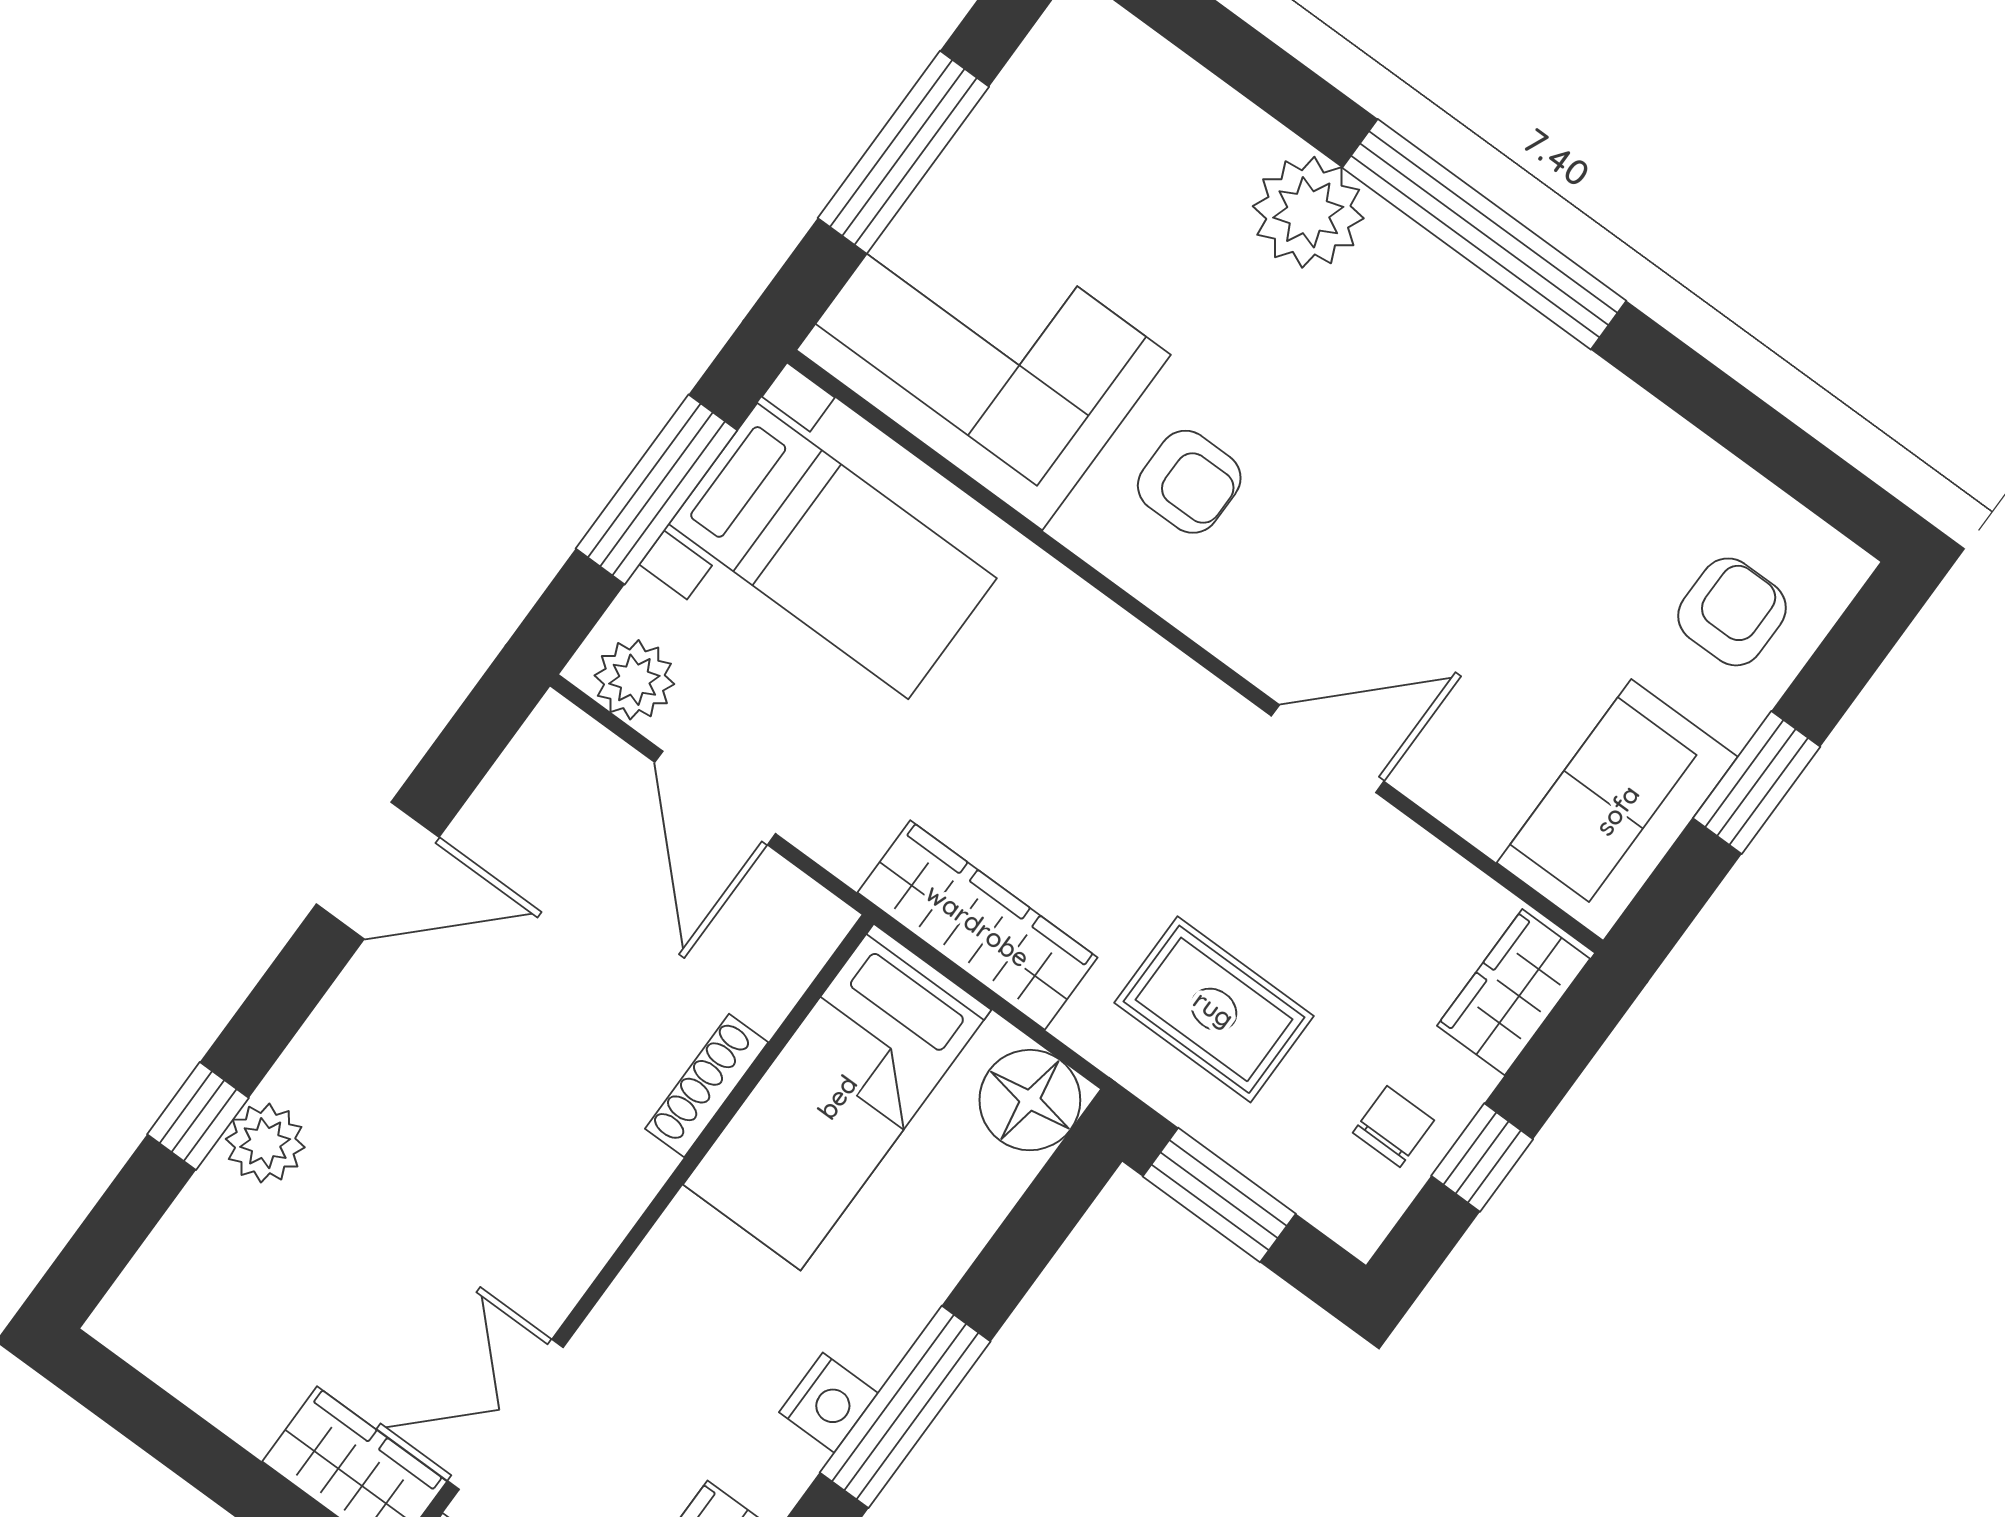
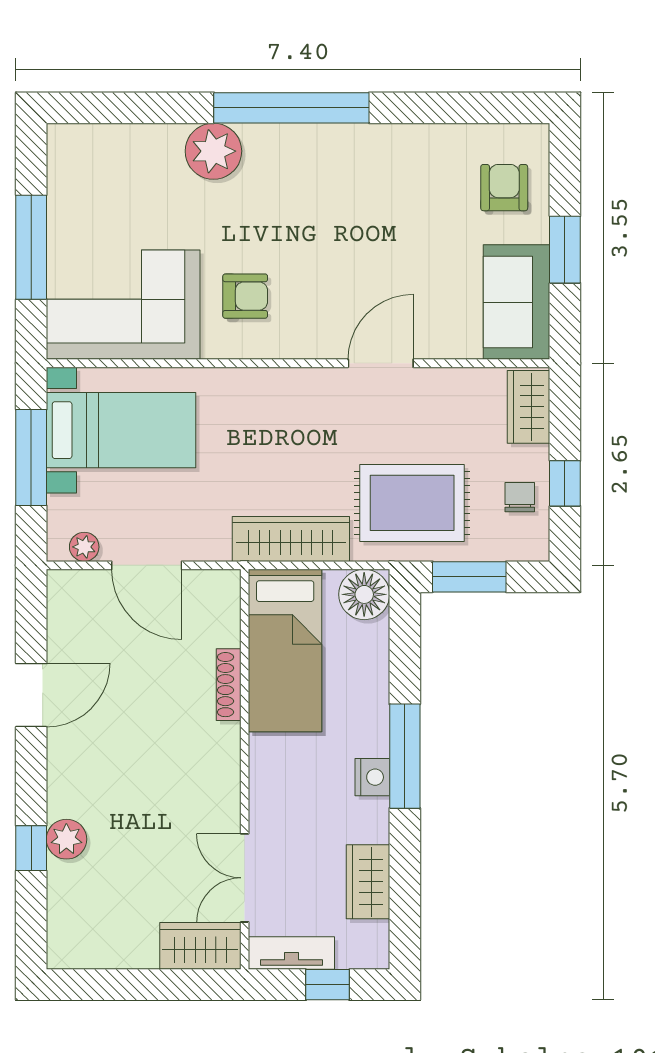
plant: (634, 680) -> (84, 547), width x0.73, depth x0.73
rug: (1214, 1009) -> (412, 503), width x1.36, depth x1.43

